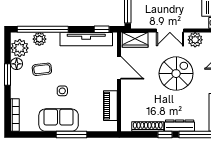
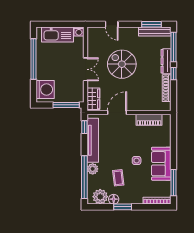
plant: (39, 39) -> (93, 169), moved
plant: (195, 40) -> (93, 48), removed
window: (72, 135) -> (173, 183), moved

